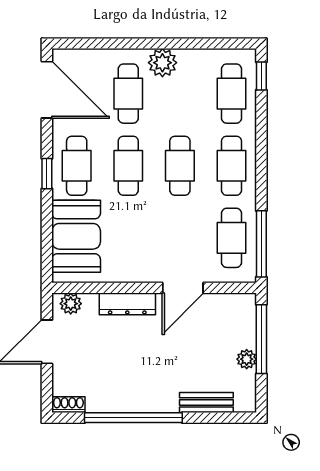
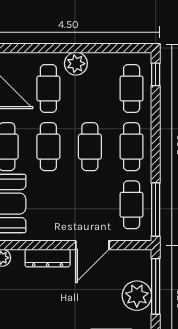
plant: (247, 359) -> (137, 296), width x1.87, depth x1.87

